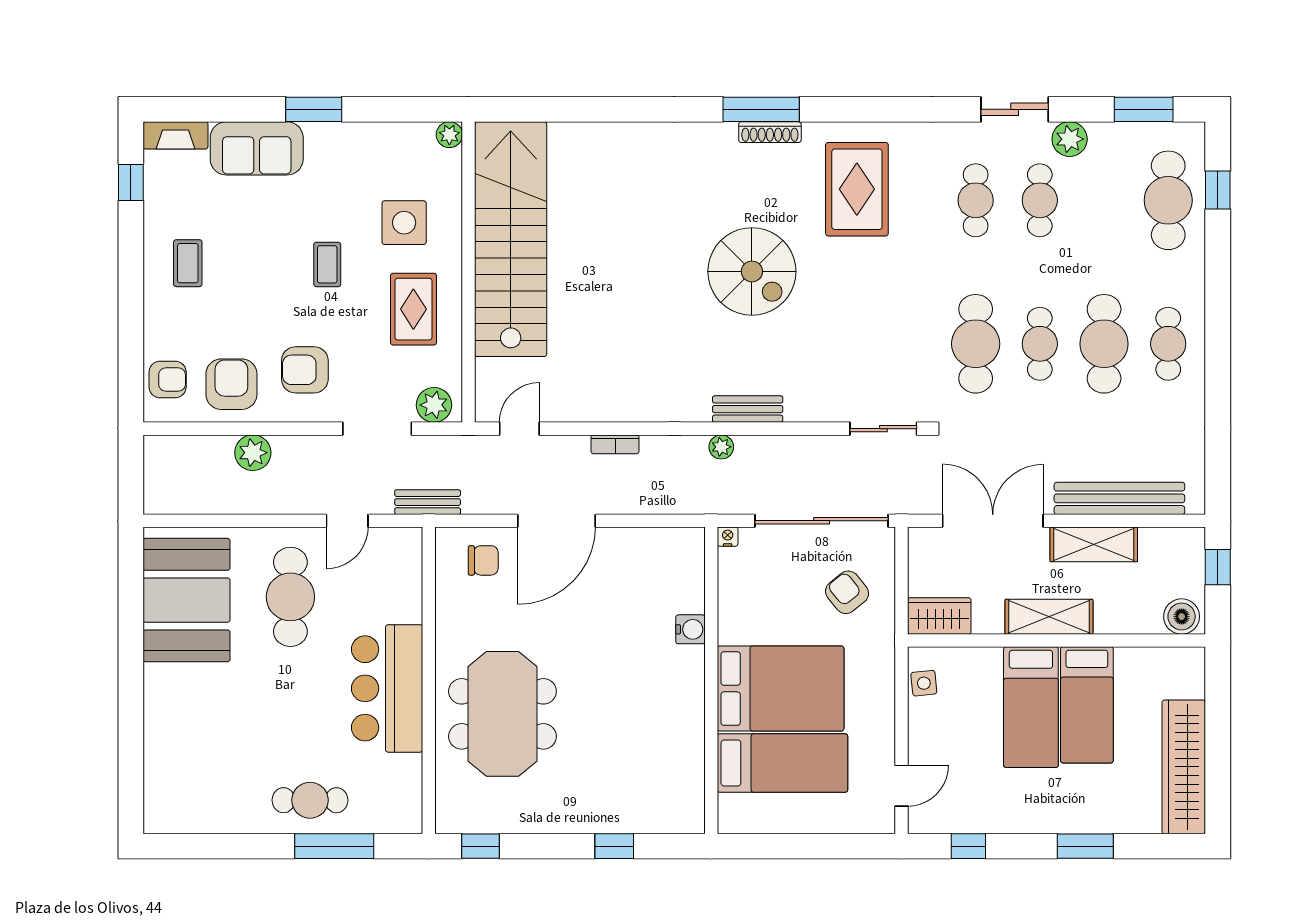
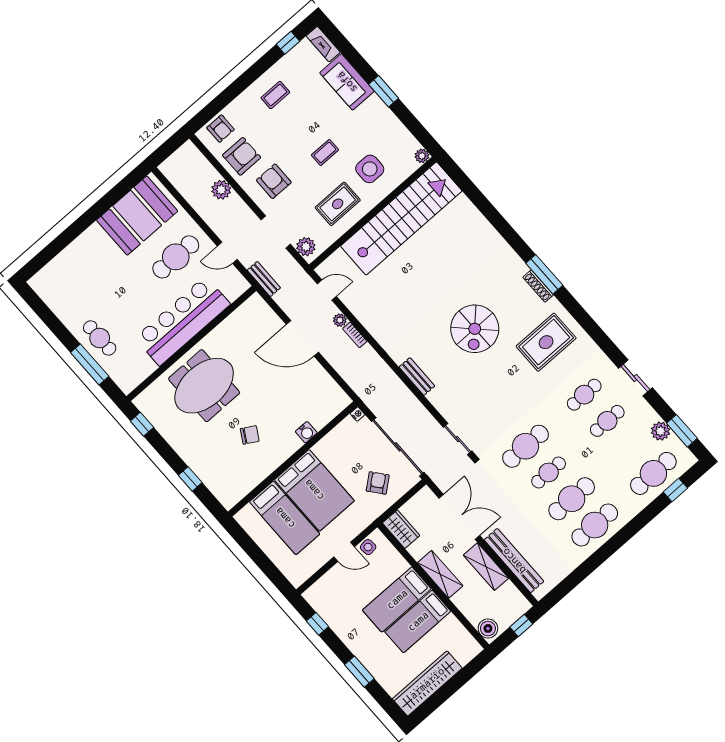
plant: (1070, 139) -> (661, 431), moved
cafe table: (1168, 344) -> (595, 525), width x1.37, depth x1.35
plant: (721, 447) -> (340, 320), moved
chair: (483, 560) -> (250, 435), moved, turned -60
bar counter: (387, 688) -> (183, 321), width x1.36
door: (902, 786) -> (344, 552), moved

